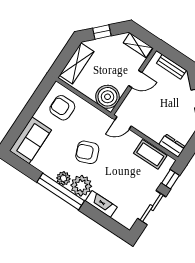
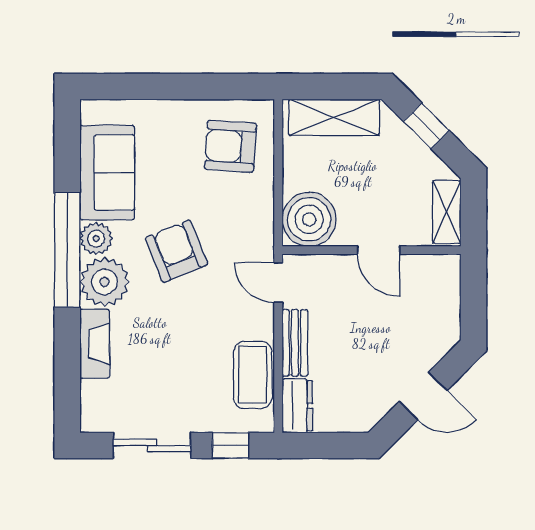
bench: (171, 67) -> (295, 343), moved
armchair: (62, 108) -> (230, 146), turned -86
sofa: (30, 140) -> (107, 173), moved, turned -90

